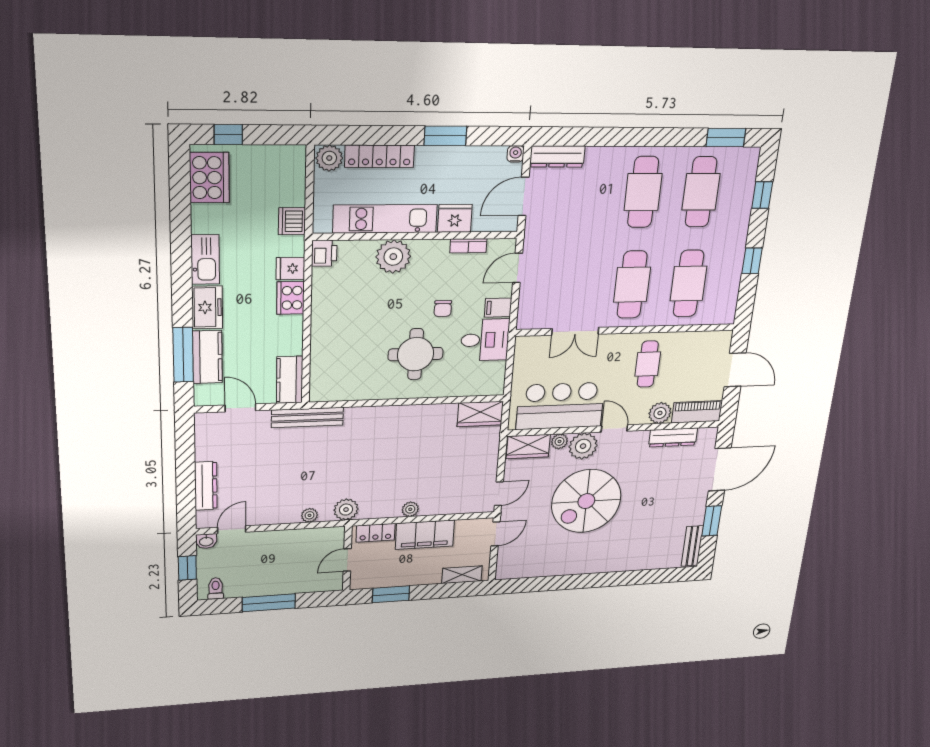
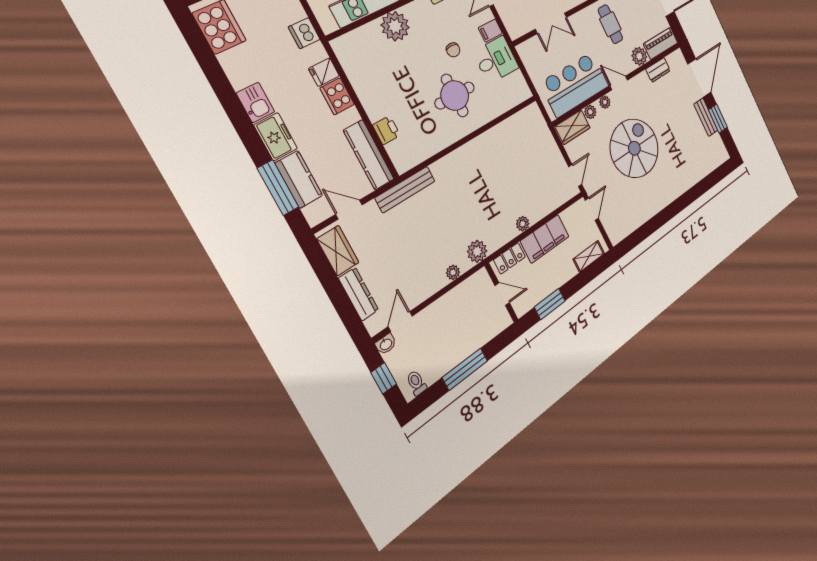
printer: (324, 253) -> (386, 130), moved
kitchen sink: (205, 260) -> (255, 102), width x0.73
kitchen counter: (290, 380) -> (369, 155), width x1.50
wardrobe: (480, 414) -> (338, 251), moved, turned -90
dresser: (673, 437) -> (658, 70), width x0.70
plant: (583, 446) -> (605, 102), width x0.53, depth x0.53
spiral stairs: (586, 501) -> (634, 148), turned 180
bench: (692, 546) -> (706, 117), moved
door: (347, 560) -> (502, 294), swing flipped

